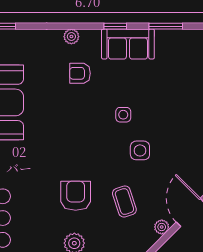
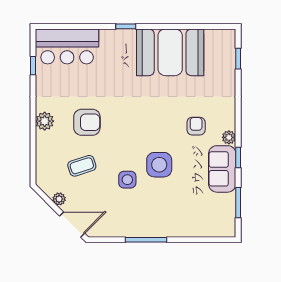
plant: (71, 37) -> (229, 137), moved
side table: (123, 115) -> (159, 165), width x1.87, depth x1.87

